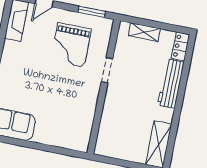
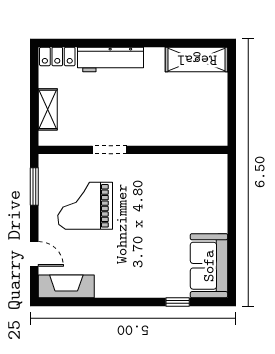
grand piano: (71, 45) -> (85, 206), turned 180

